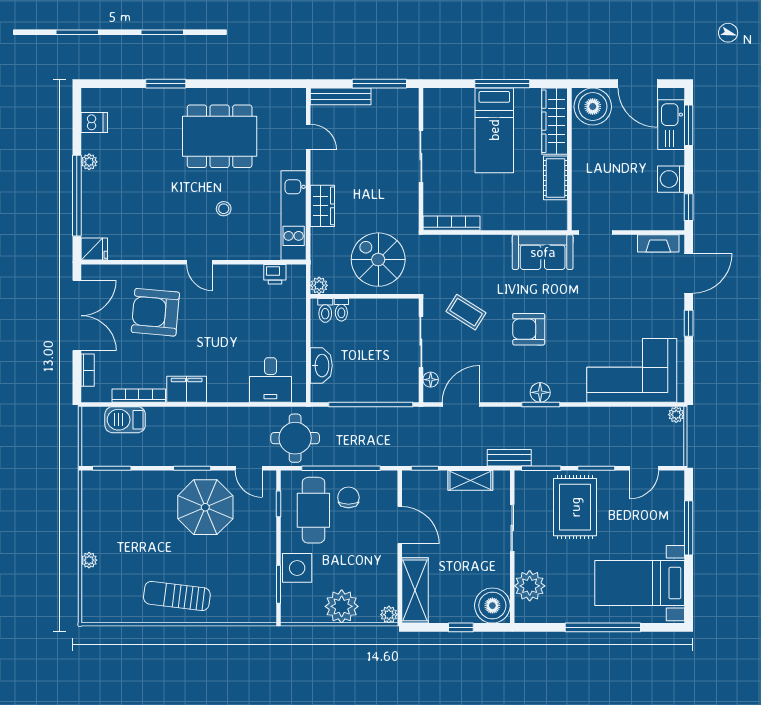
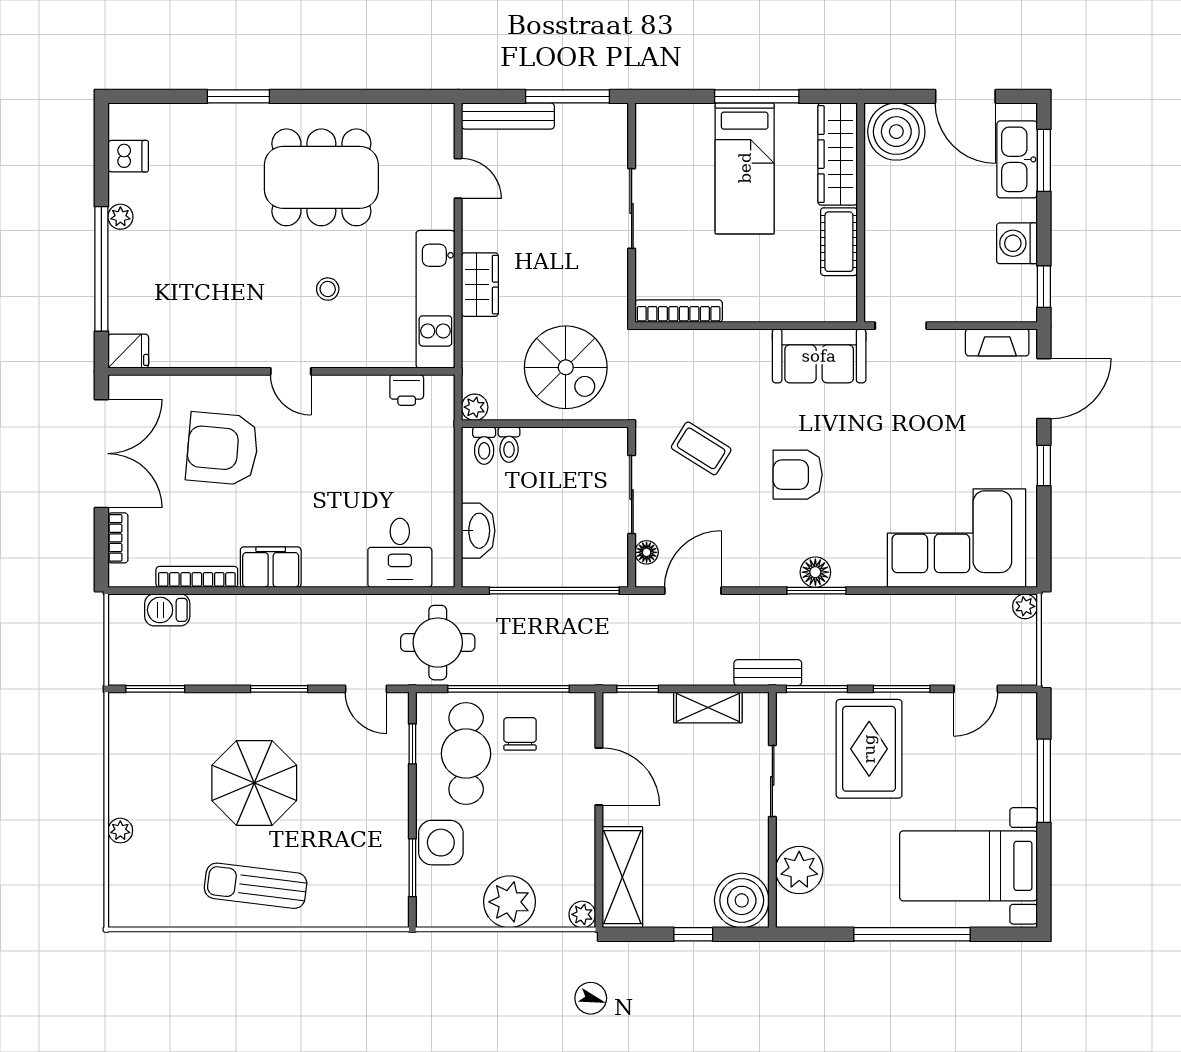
spiral stairs: (378, 260) -> (566, 367), turned 180
barbecue: (125, 420) -> (167, 610), width x0.73, depth x0.79
parasol: (205, 507) -> (254, 783), moved

